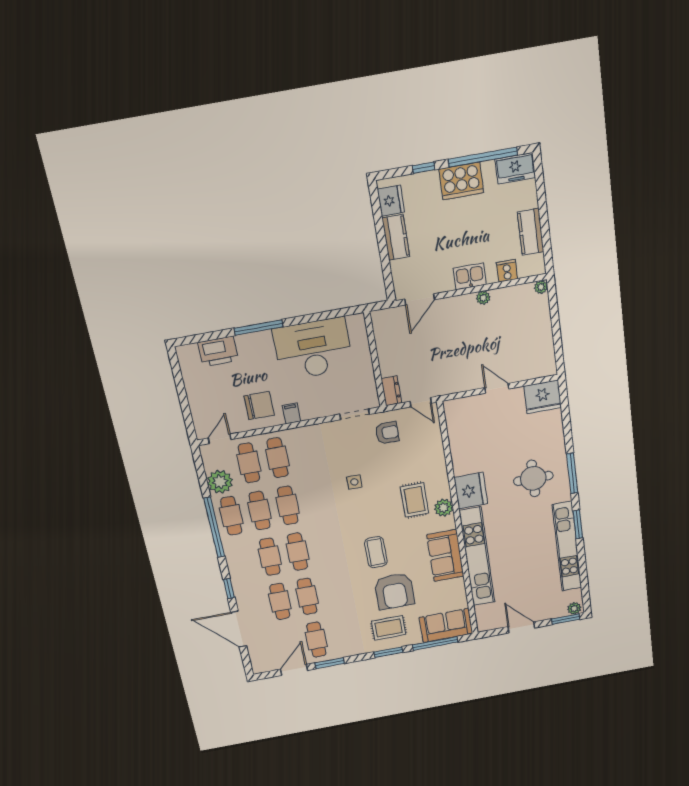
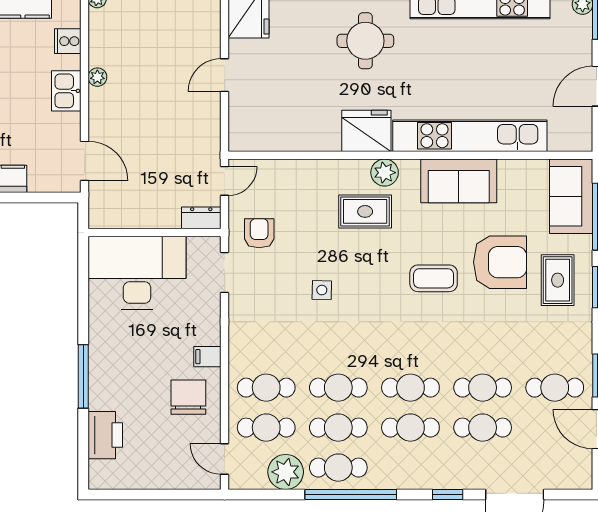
desk: (313, 349) -> (137, 273), moved, turned 90

